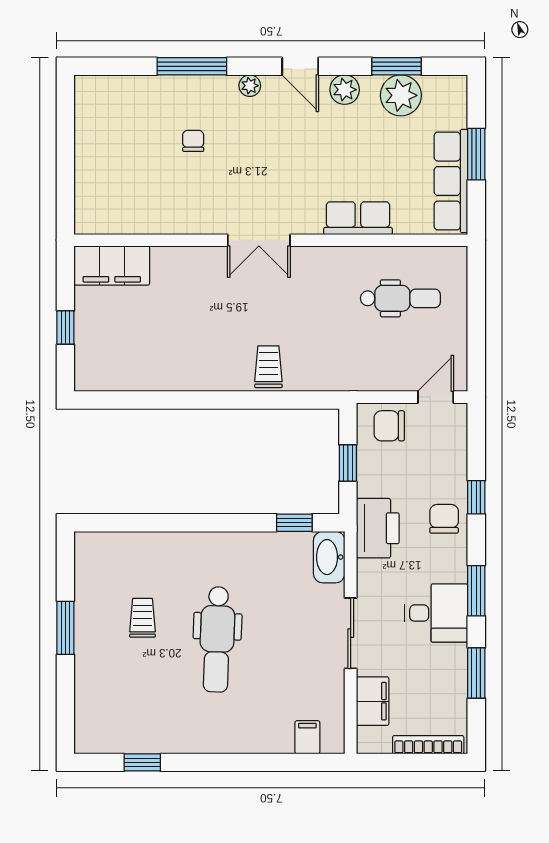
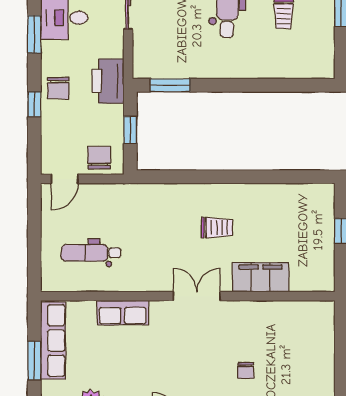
filing cabinet: (112, 266) -> (261, 277), moved
trolley: (268, 367) -> (217, 228), moved, turned -90
chair: (389, 426) -> (99, 158), turned -90
window: (294, 523) -> (170, 85), width x1.50
washbasin: (329, 557) -> (144, 60), removed

